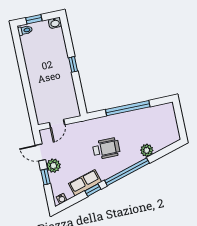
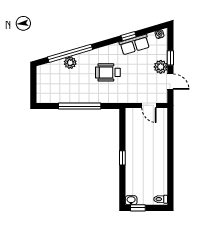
window: (34, 19) -> (138, 208), moved
door: (57, 124) -> (149, 105), swing flipped
window: (127, 172) -> (70, 53), moved

